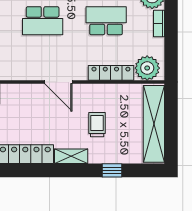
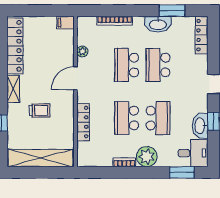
school desk: (106, 21) -> (127, 118), turned 180
plant: (147, 68) -> (82, 51), moved, width x0.53, depth x0.53

